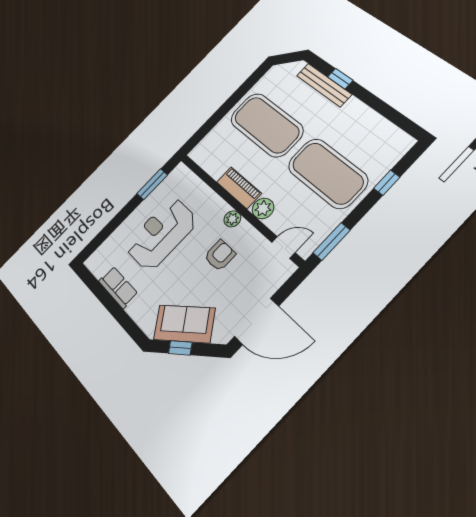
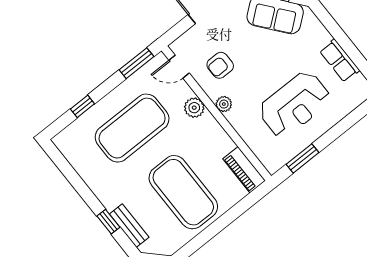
bench: (324, 85) -> (129, 226), width x0.73
exercise mat: (328, 173) -> (132, 128), turned 90
piano: (239, 188) -> (244, 170), moved
armchair: (220, 255) -> (220, 65), moved

